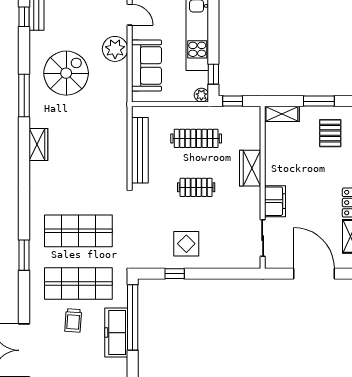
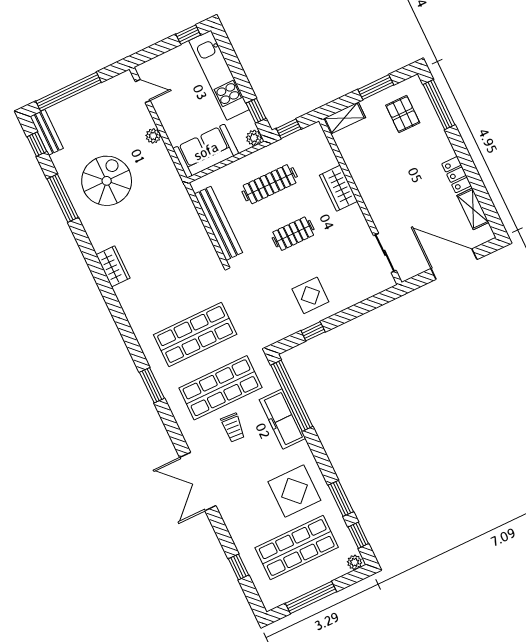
plant: (115, 49) -> (153, 136), width x0.53, depth x0.53
sofa: (147, 65) -> (206, 151), moved, turned -90
window: (24, 96) -> (63, 198), moved
filing cabinet: (275, 201) -> (380, 210), removed

